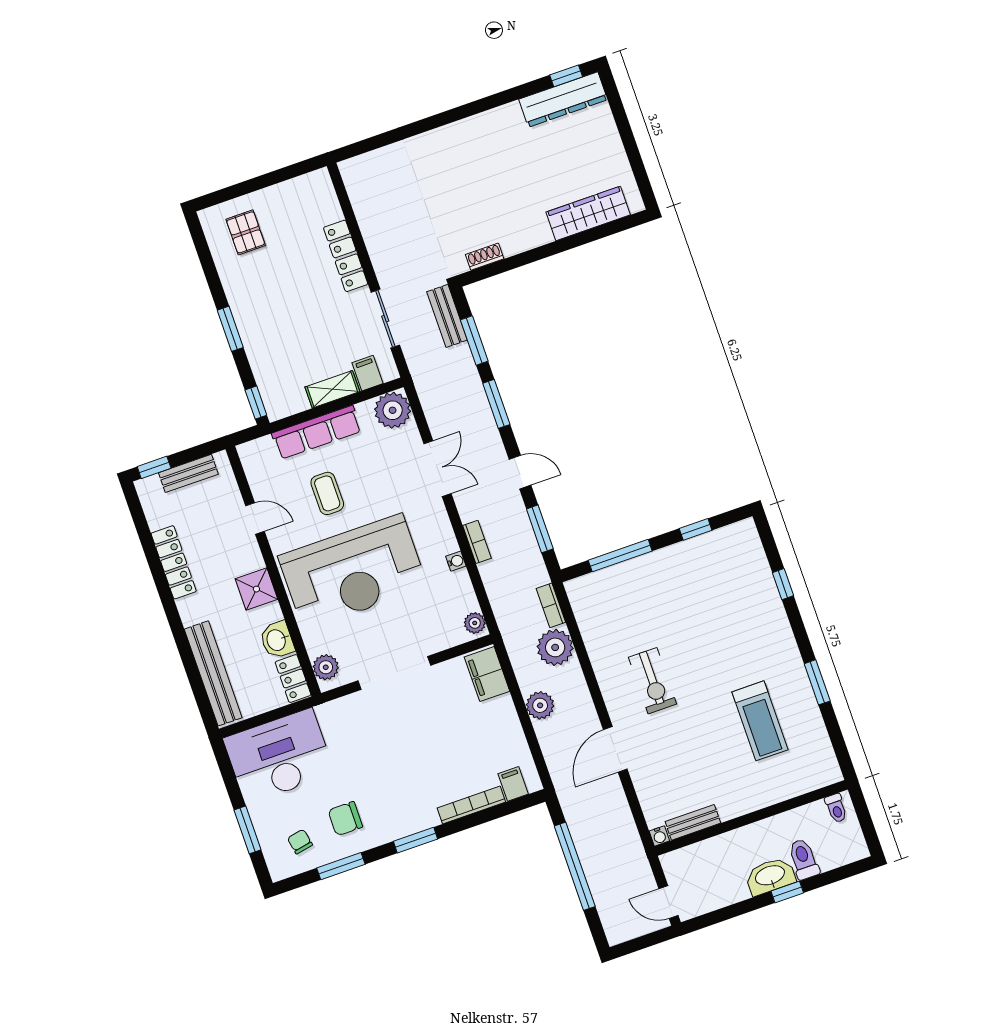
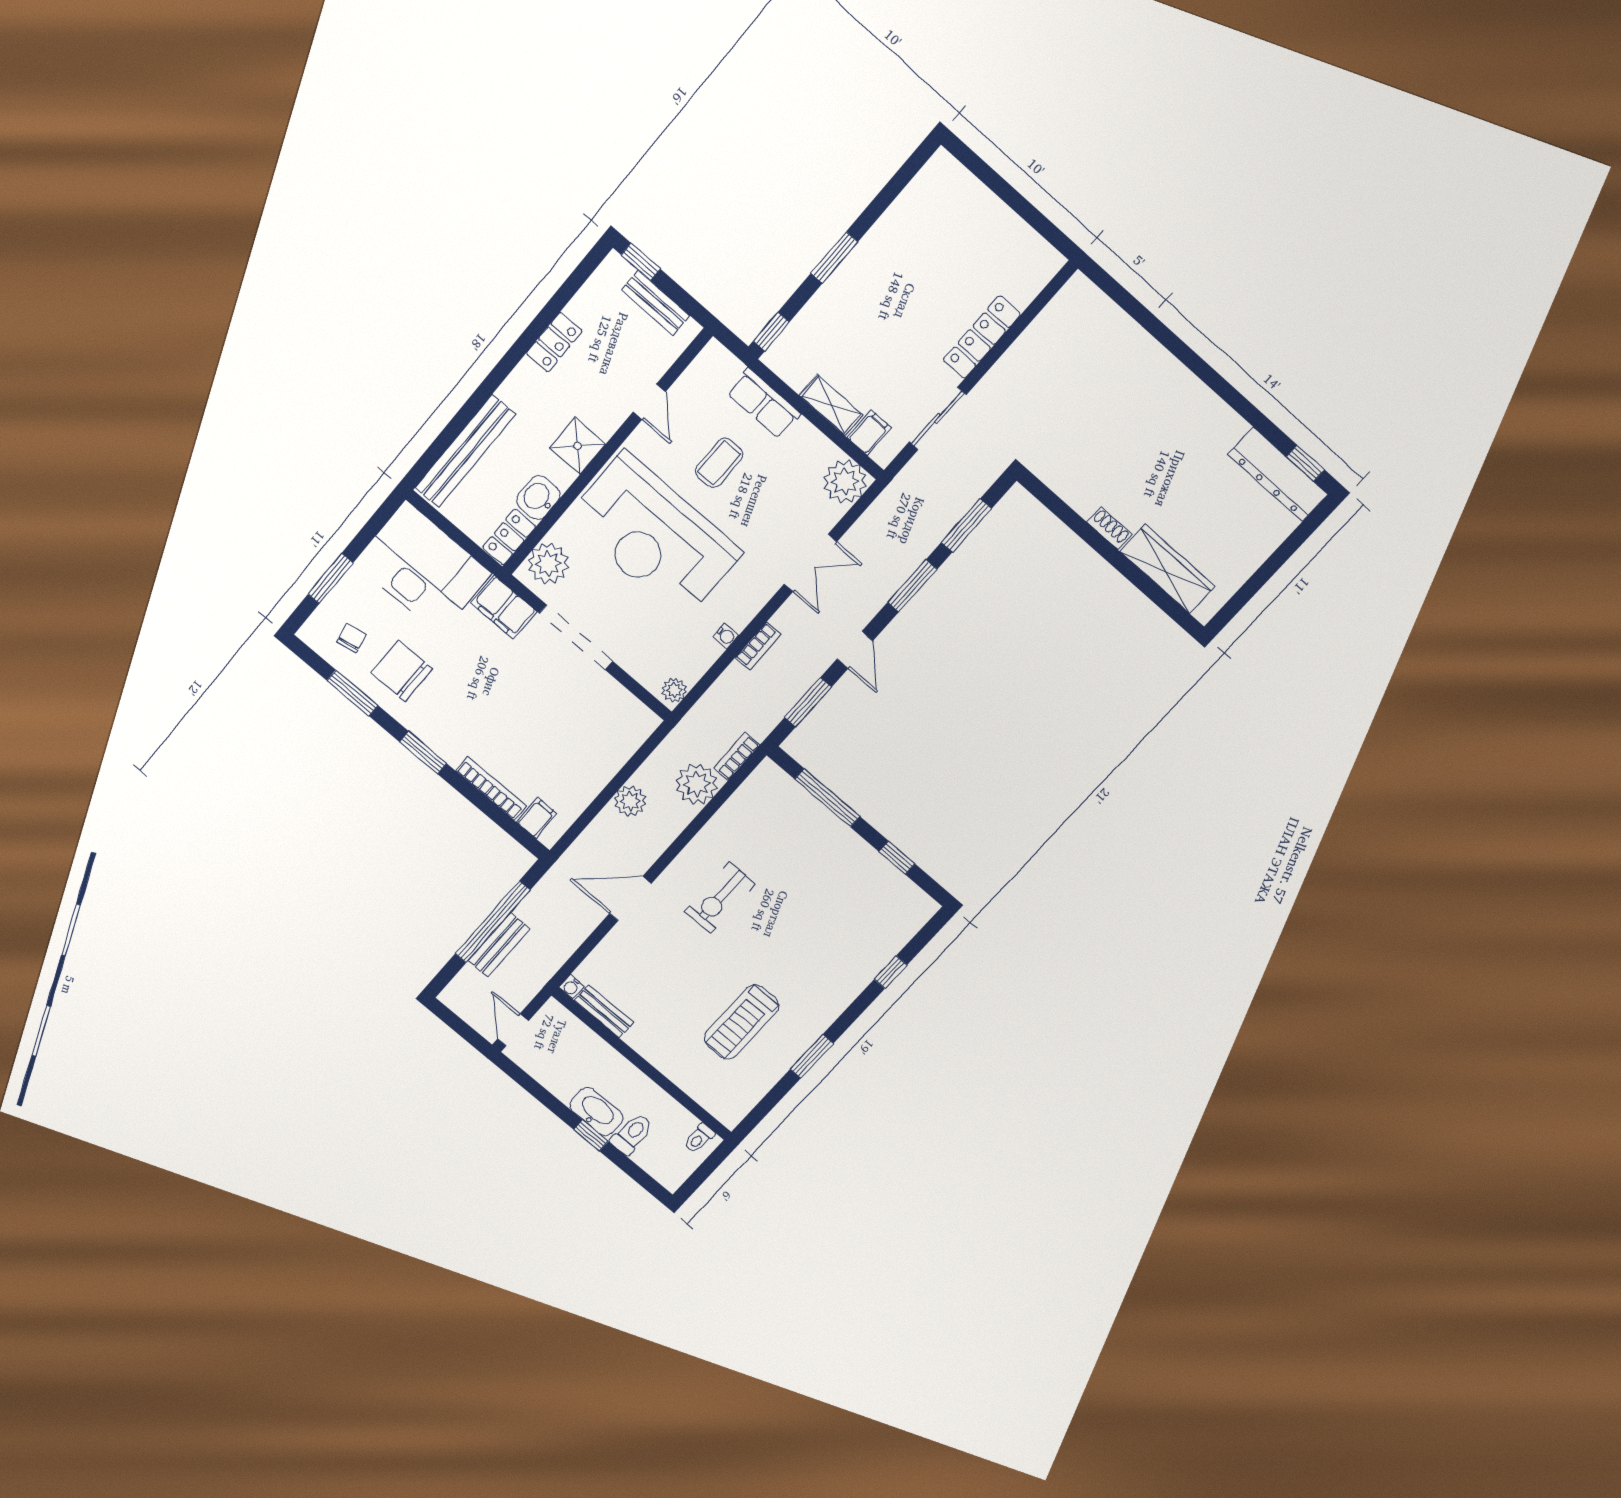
pallet: (246, 232) -> (948, 213), removed
shoe rack: (485, 257) -> (1109, 528), moved
bench: (447, 316) -> (499, 945), moved
row of seats: (317, 432) -> (764, 403), width x0.68
locker: (174, 562) -> (554, 342), width x0.66
plant: (326, 667) -> (548, 564), width x1.36, depth x1.36
filing cabinet: (487, 674) -> (504, 607), moved, turned -90
chair: (345, 819) -> (402, 671), width x1.37, depth x1.37

